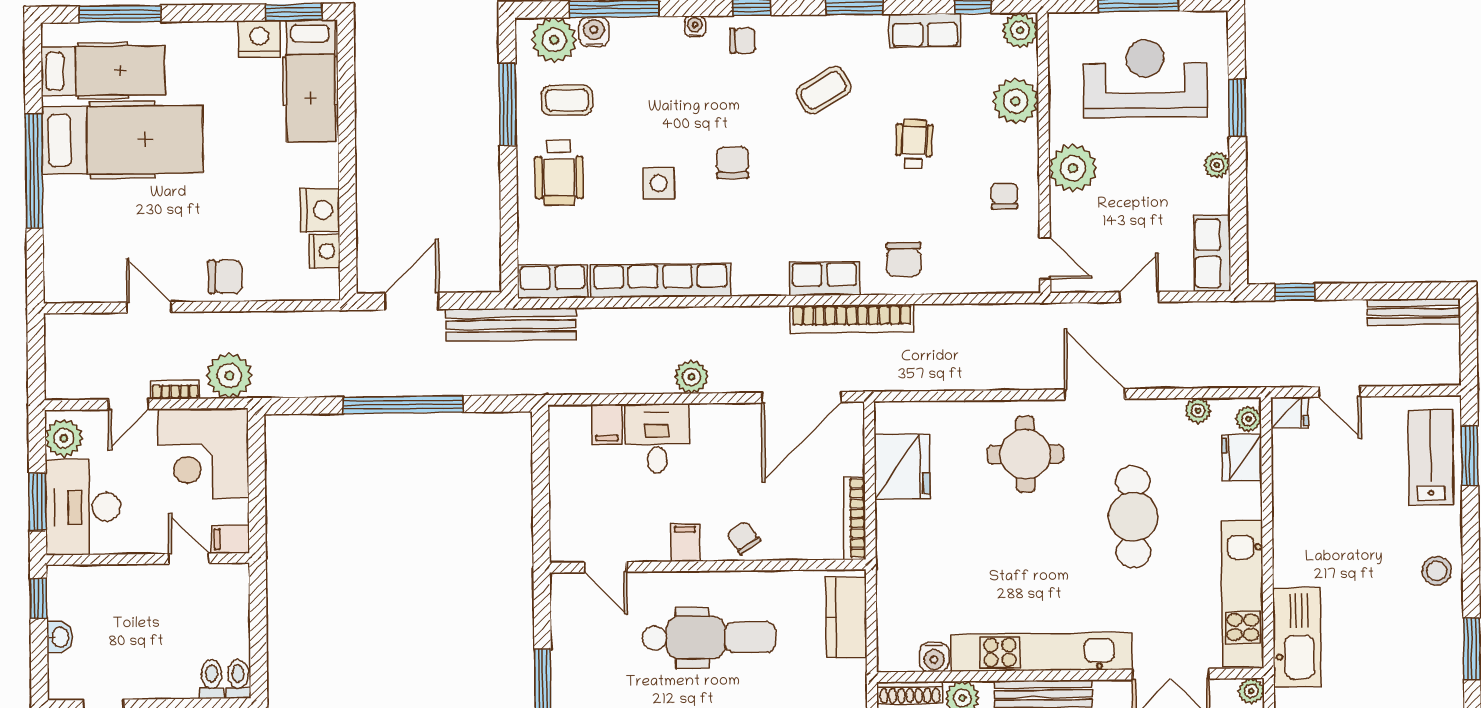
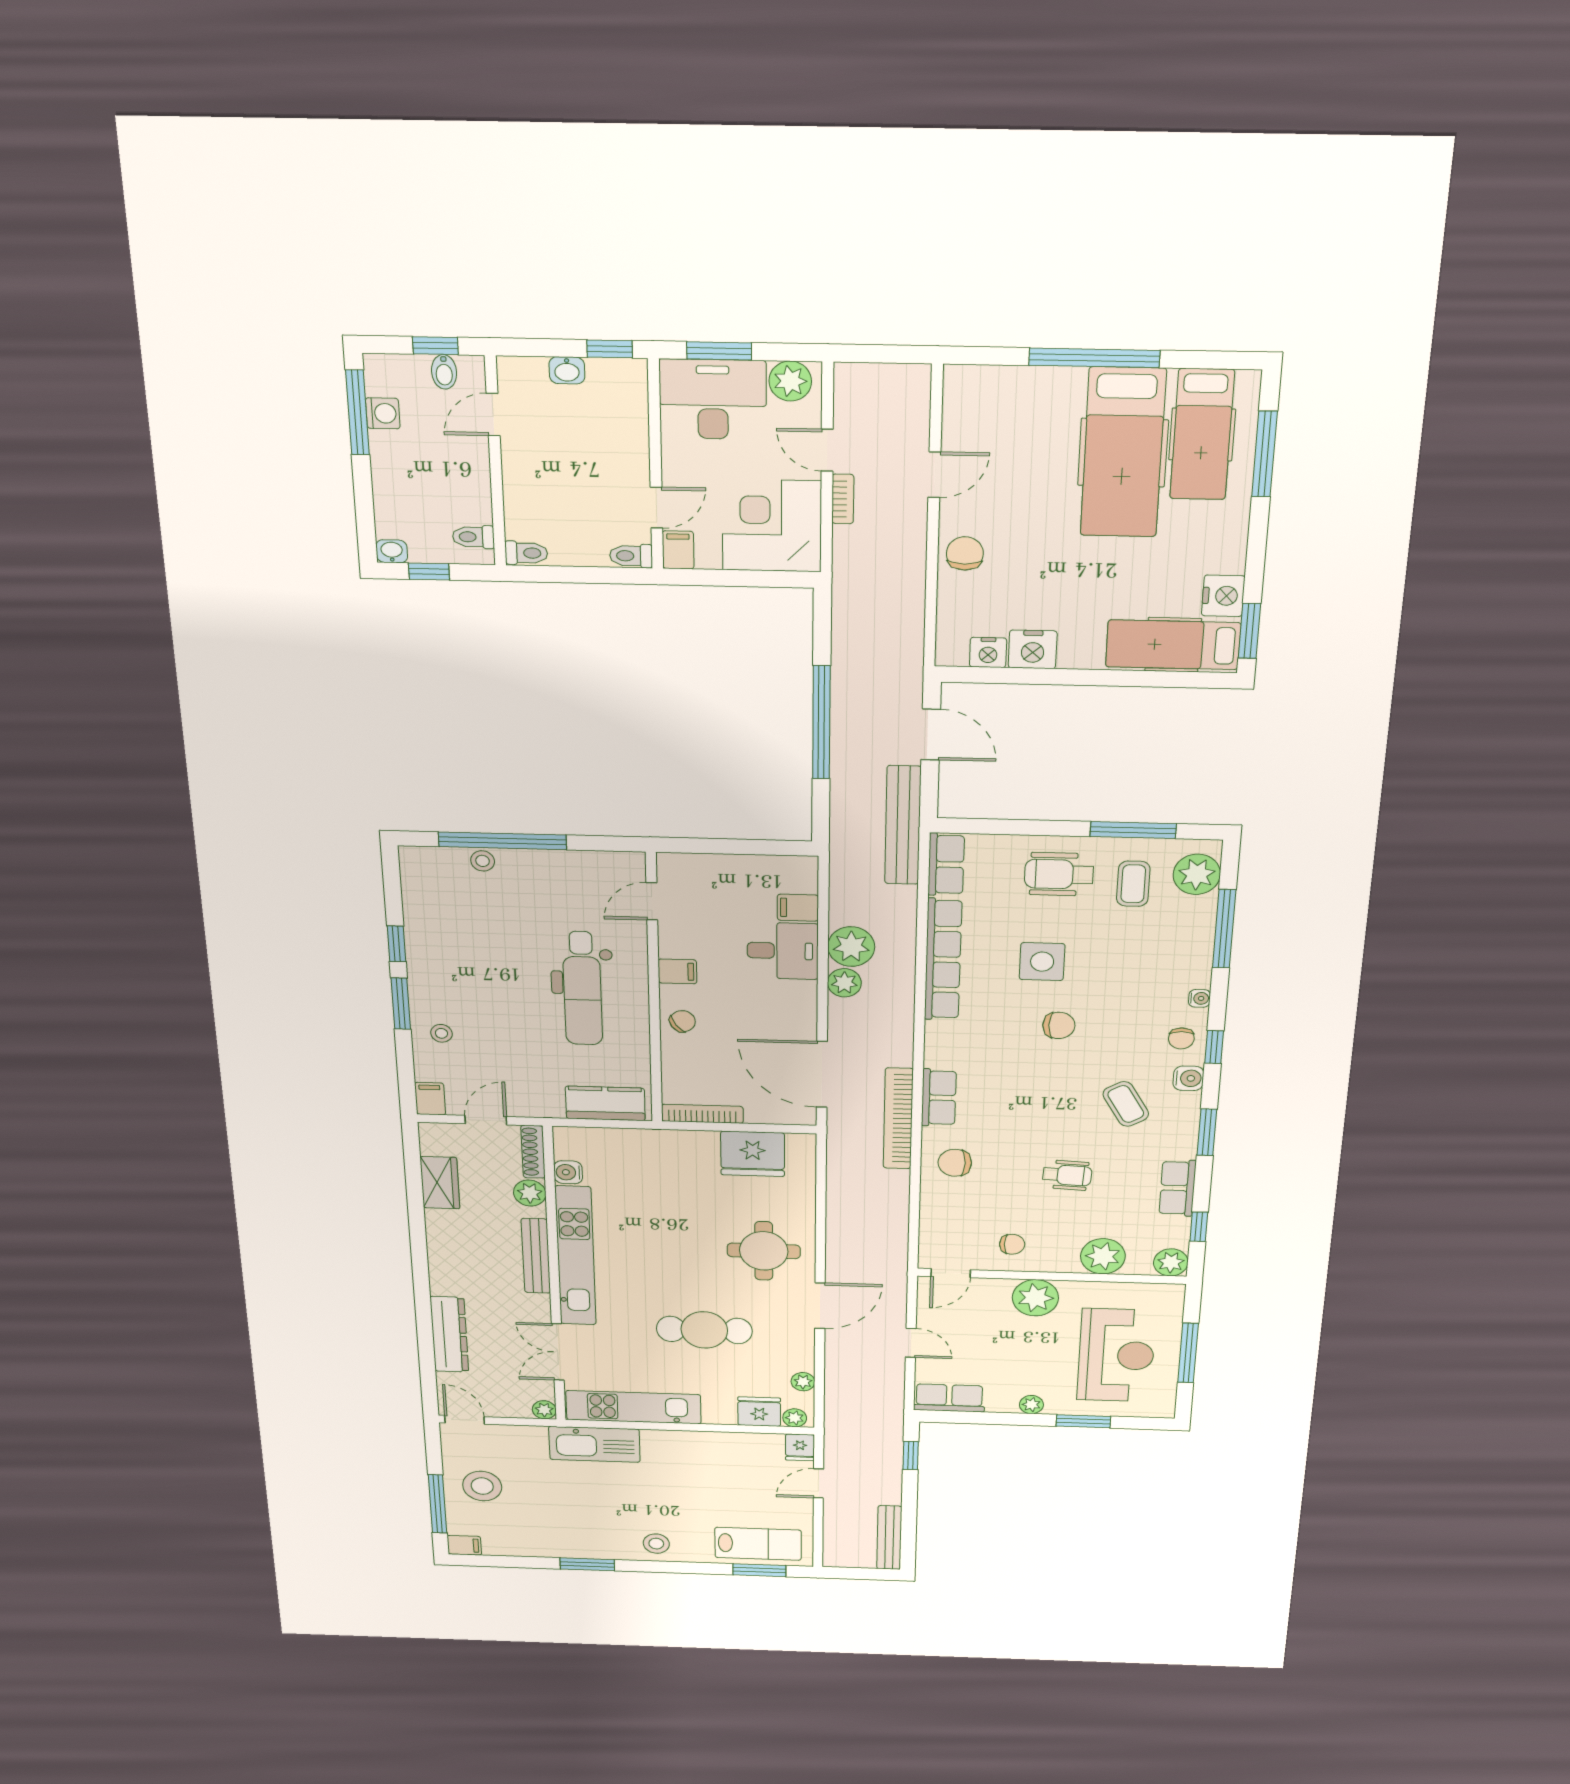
water cooler: (594, 32) -> (1188, 1078), moved
side table: (659, 183) -> (1042, 962), width x1.37, depth x1.37
chair: (225, 277) -> (965, 553), turned 180
plant: (229, 375) -> (851, 947), moved
toilet: (212, 679) -> (631, 556), moved, turned 180

